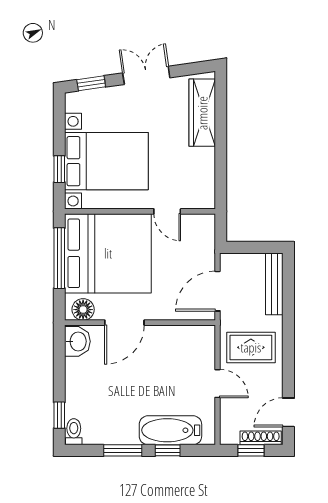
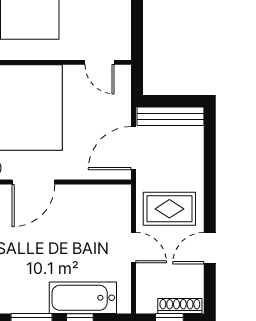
door: (167, 211) -> (100, 62), moved
bench: (274, 284) -> (171, 116), moved, turned 90
door: (288, 412) -> (210, 248), moved

